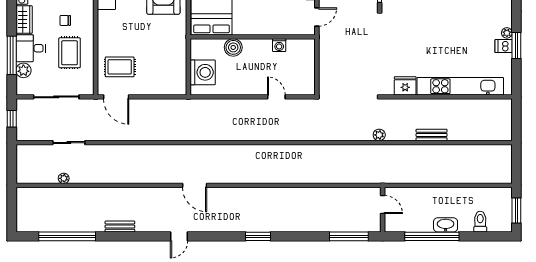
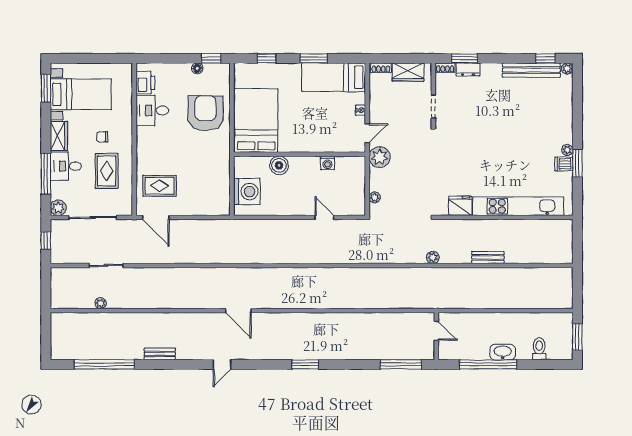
plant: (329, 40) -> (380, 157), added
plant: (23, 70) -> (58, 208), moved
plant: (324, 78) -> (375, 197), added

